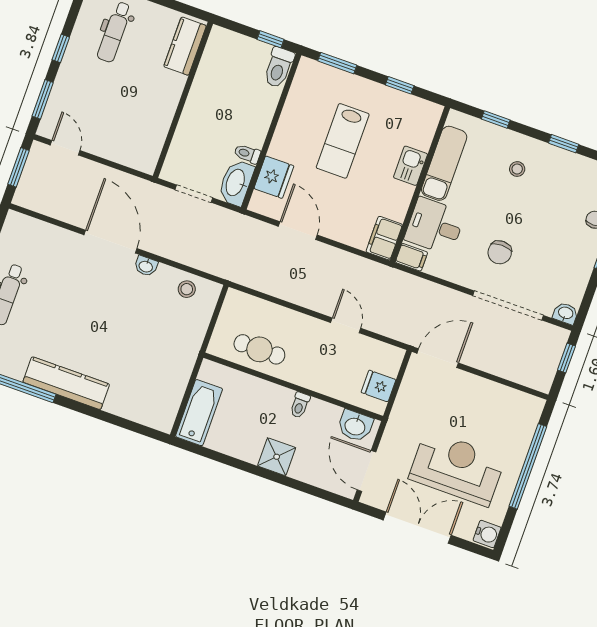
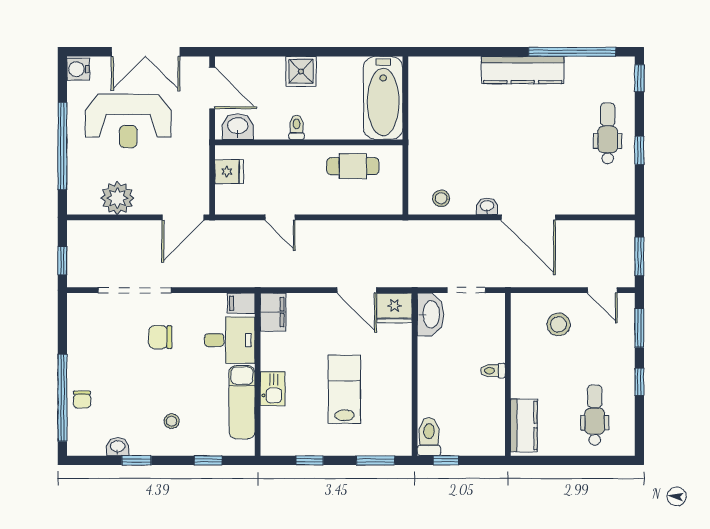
stool: (118, 130) -> (559, 324), added
toilet: (247, 154) -> (493, 371), moved, turned 180
fridge: (274, 177) -> (394, 308), moved, turned -90
chair: (500, 252) -> (160, 337), turned -90
washbasin: (566, 313) -> (118, 447), moved, turned 180
plant: (493, 399) -> (117, 198), added
bathtub: (199, 413) -> (383, 98), width x1.36, depth x1.36

